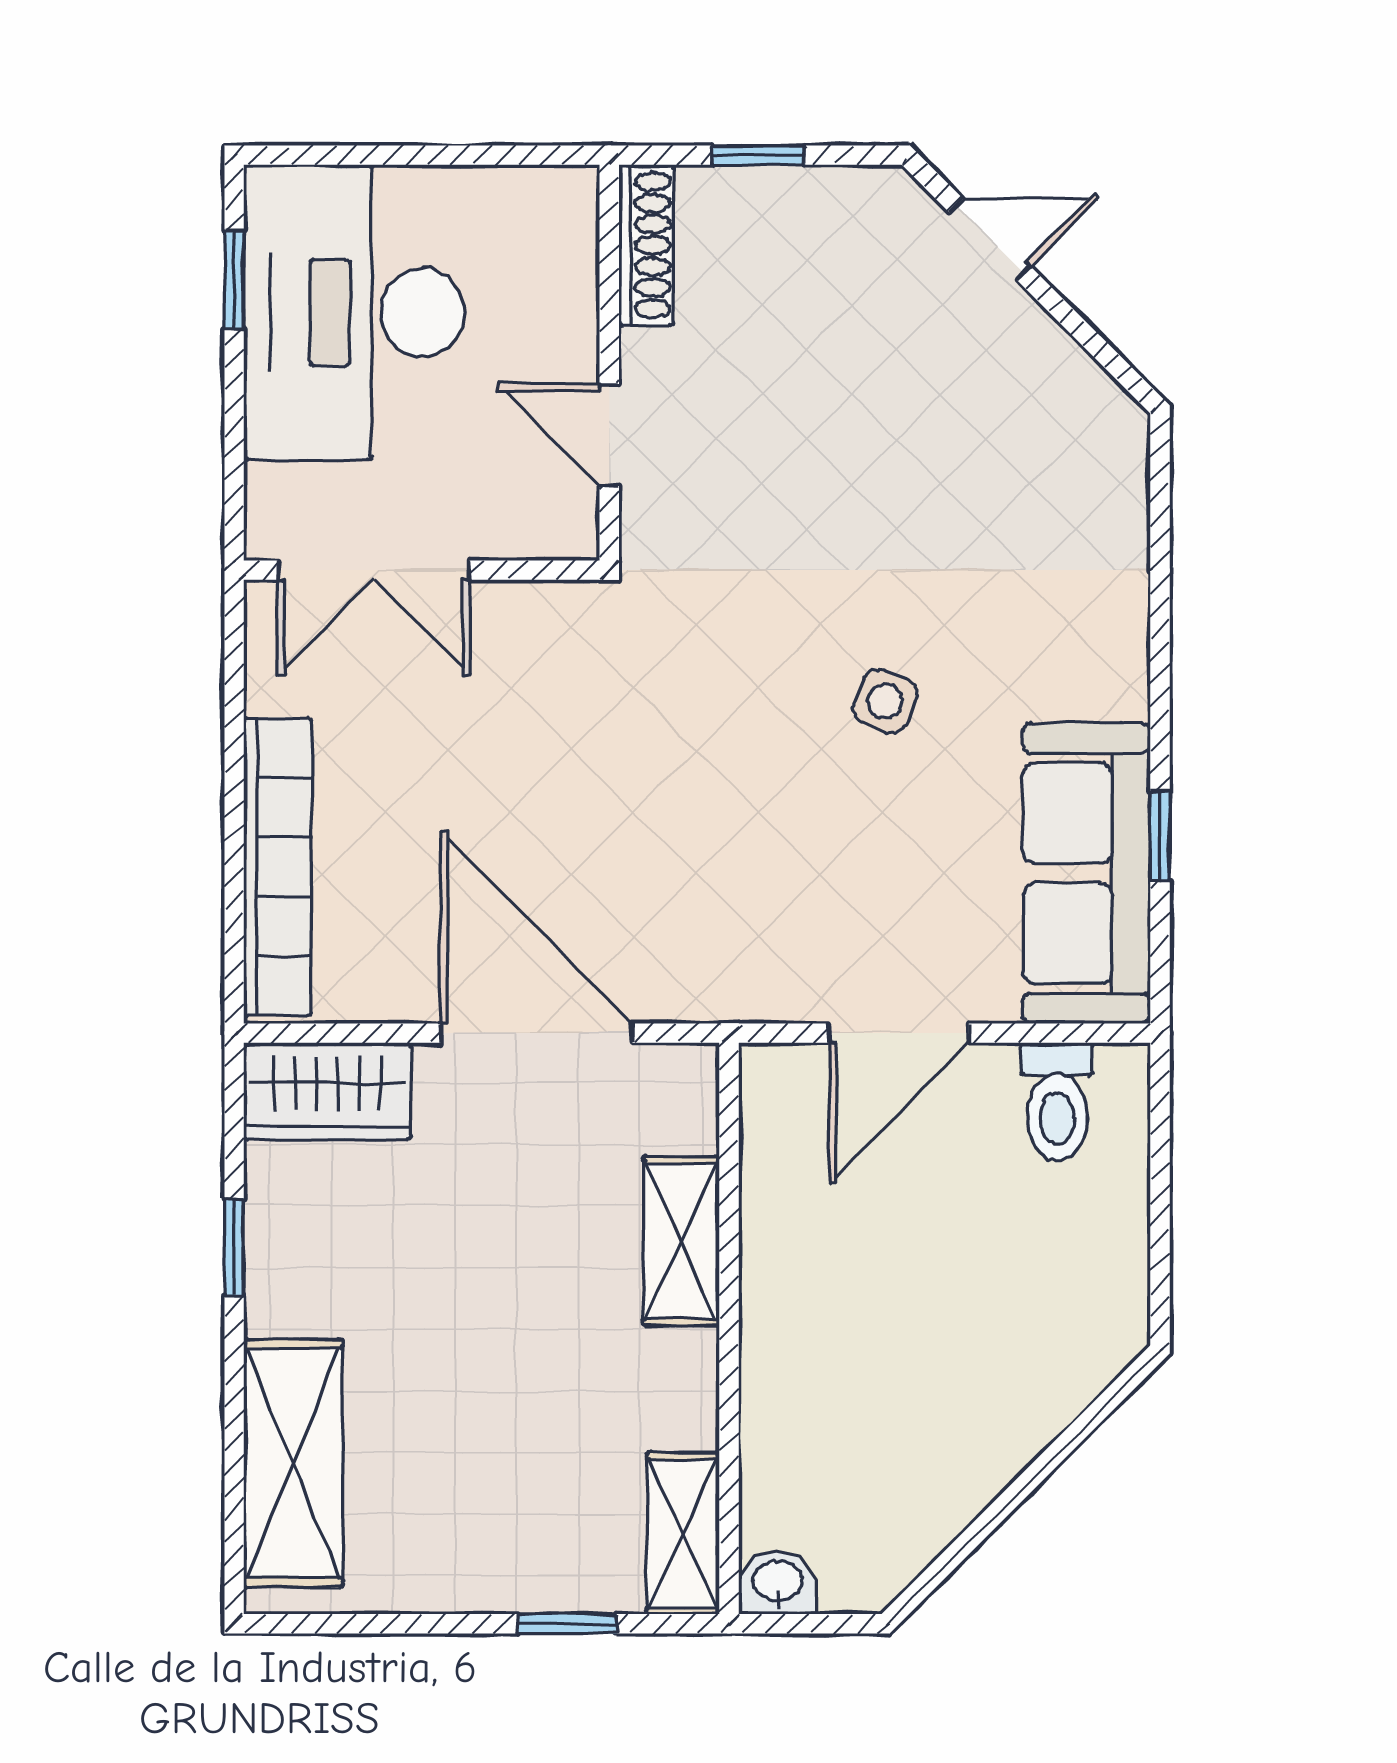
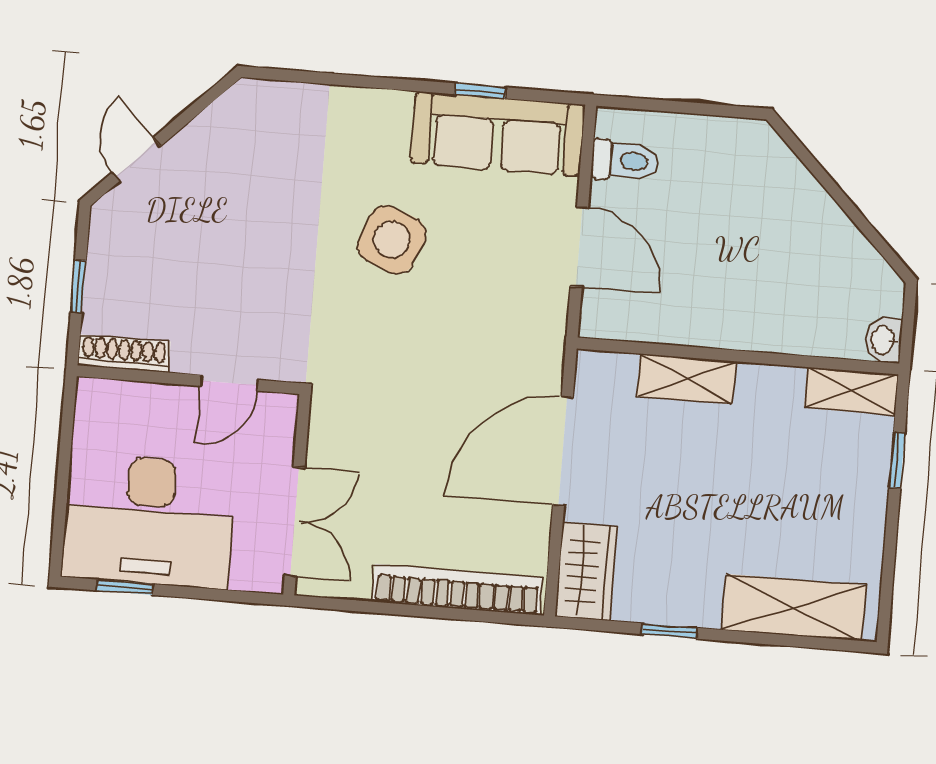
side table: (885, 701) -> (392, 240), width x1.87, depth x1.87

